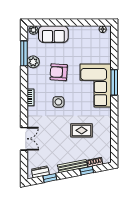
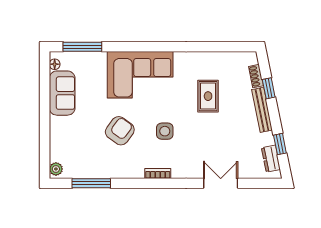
sofa: (53, 34) -> (62, 93), moved
plant: (33, 62) -> (104, 169), removed
armchair: (59, 72) -> (120, 131), turned -148
window: (114, 82) -> (82, 47), moved

